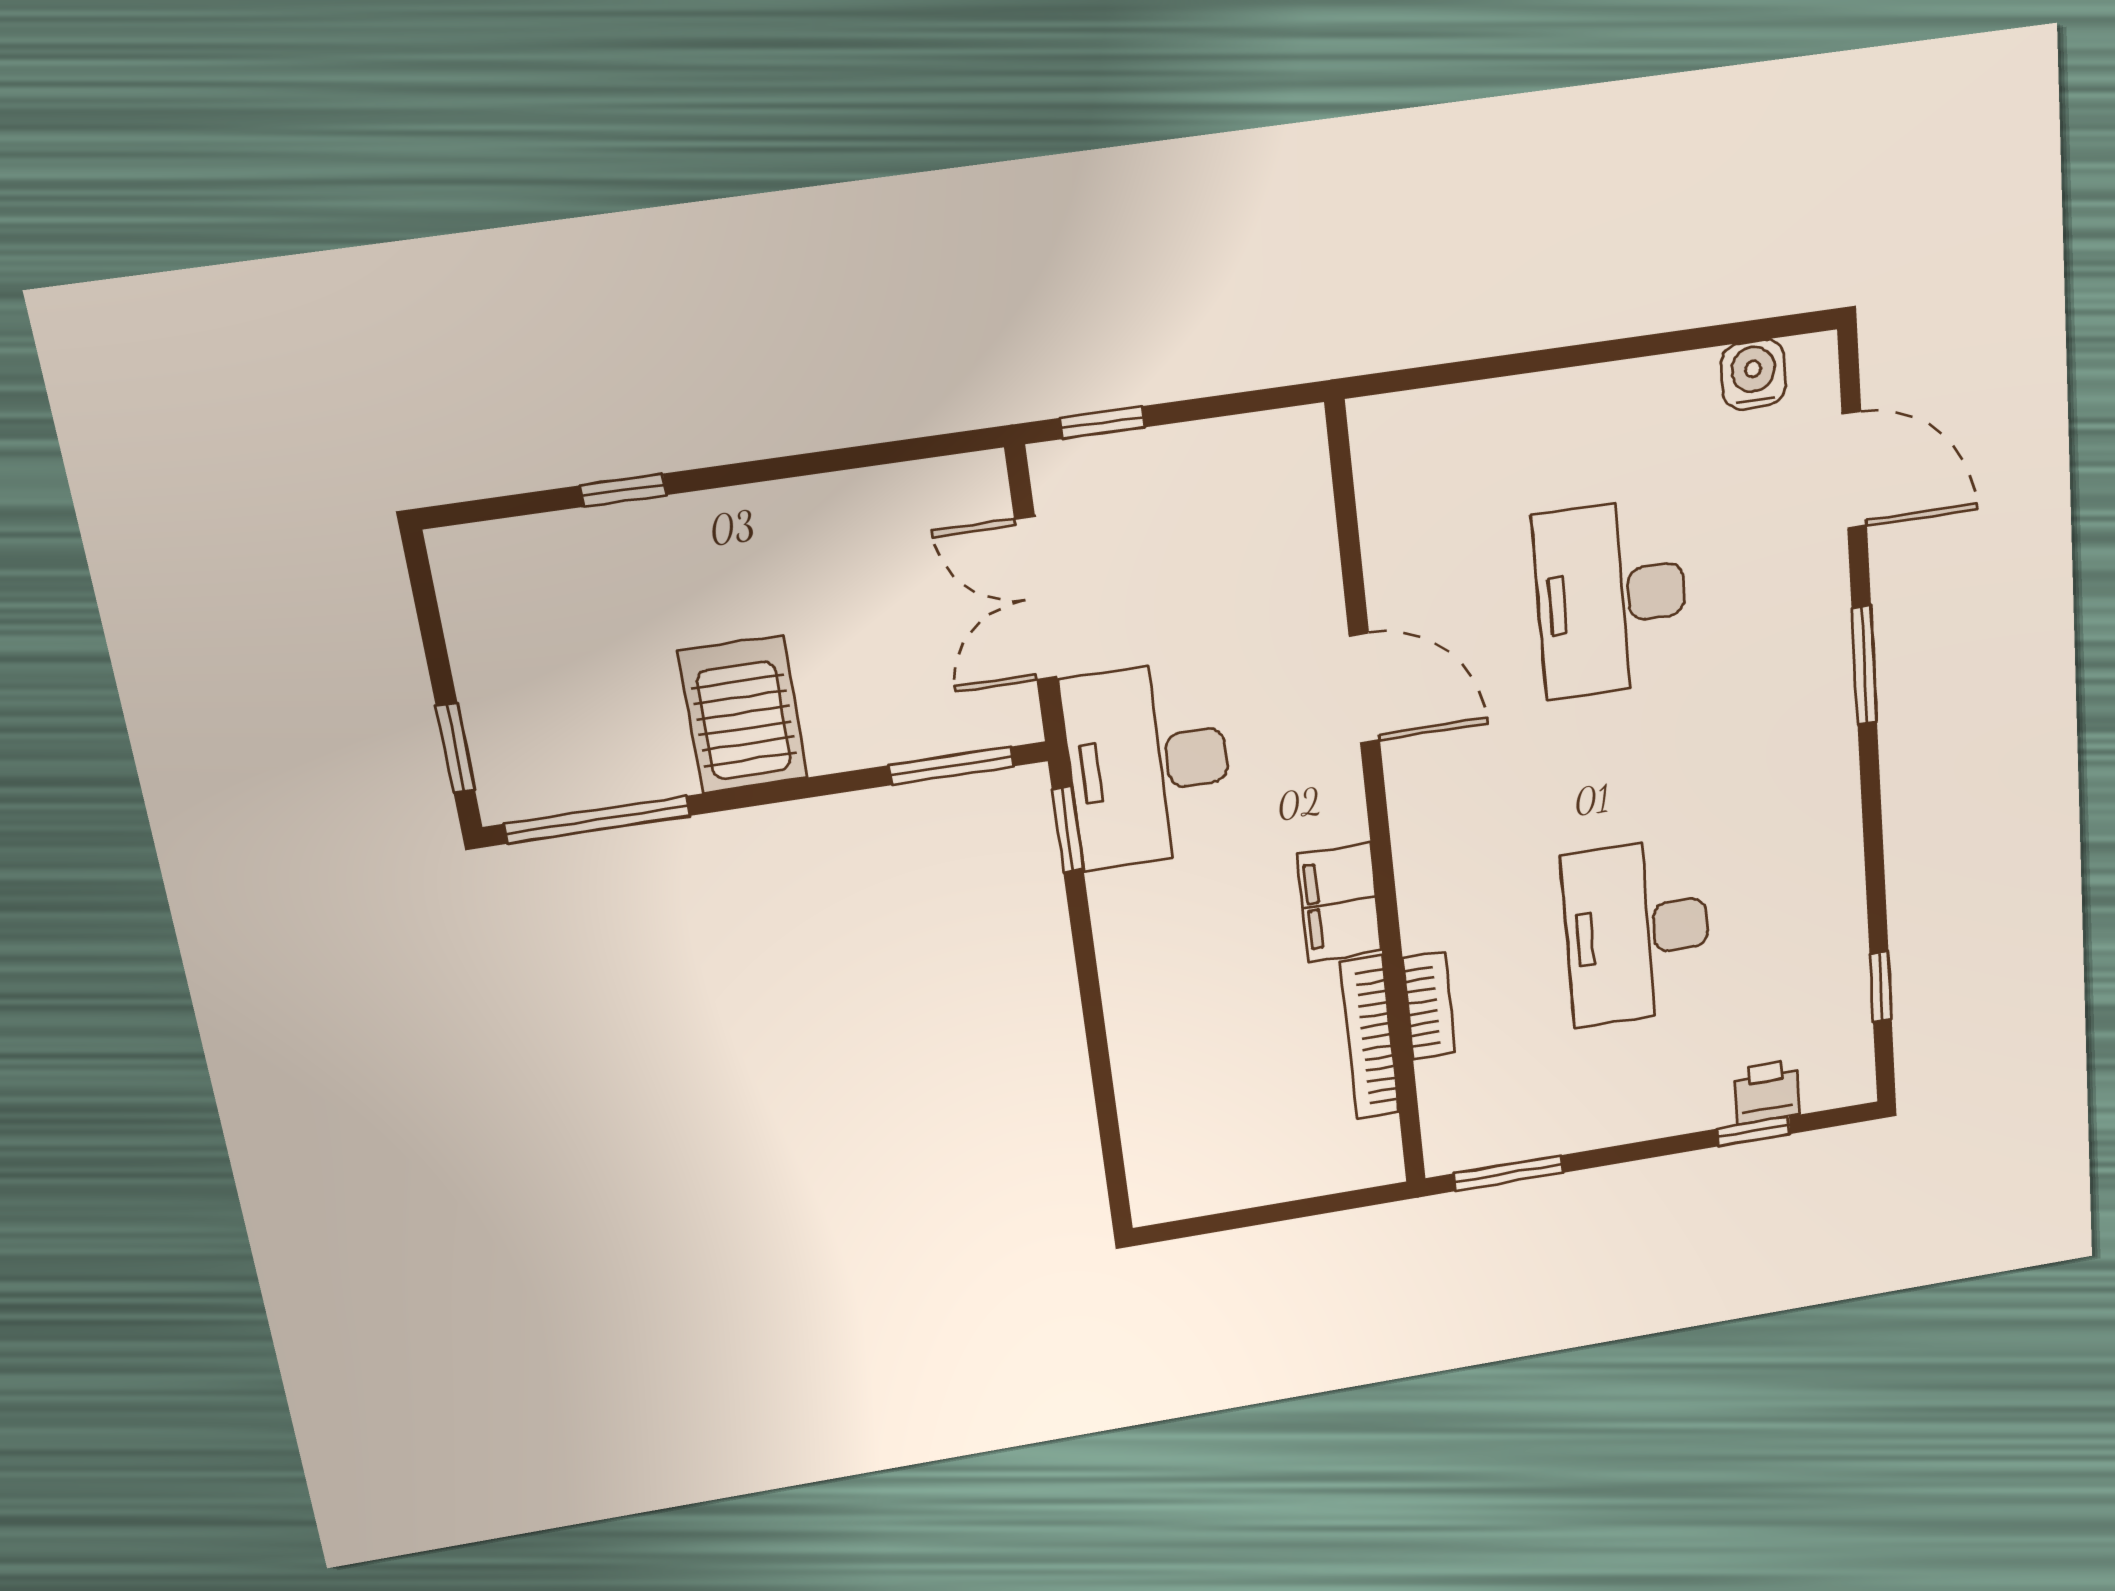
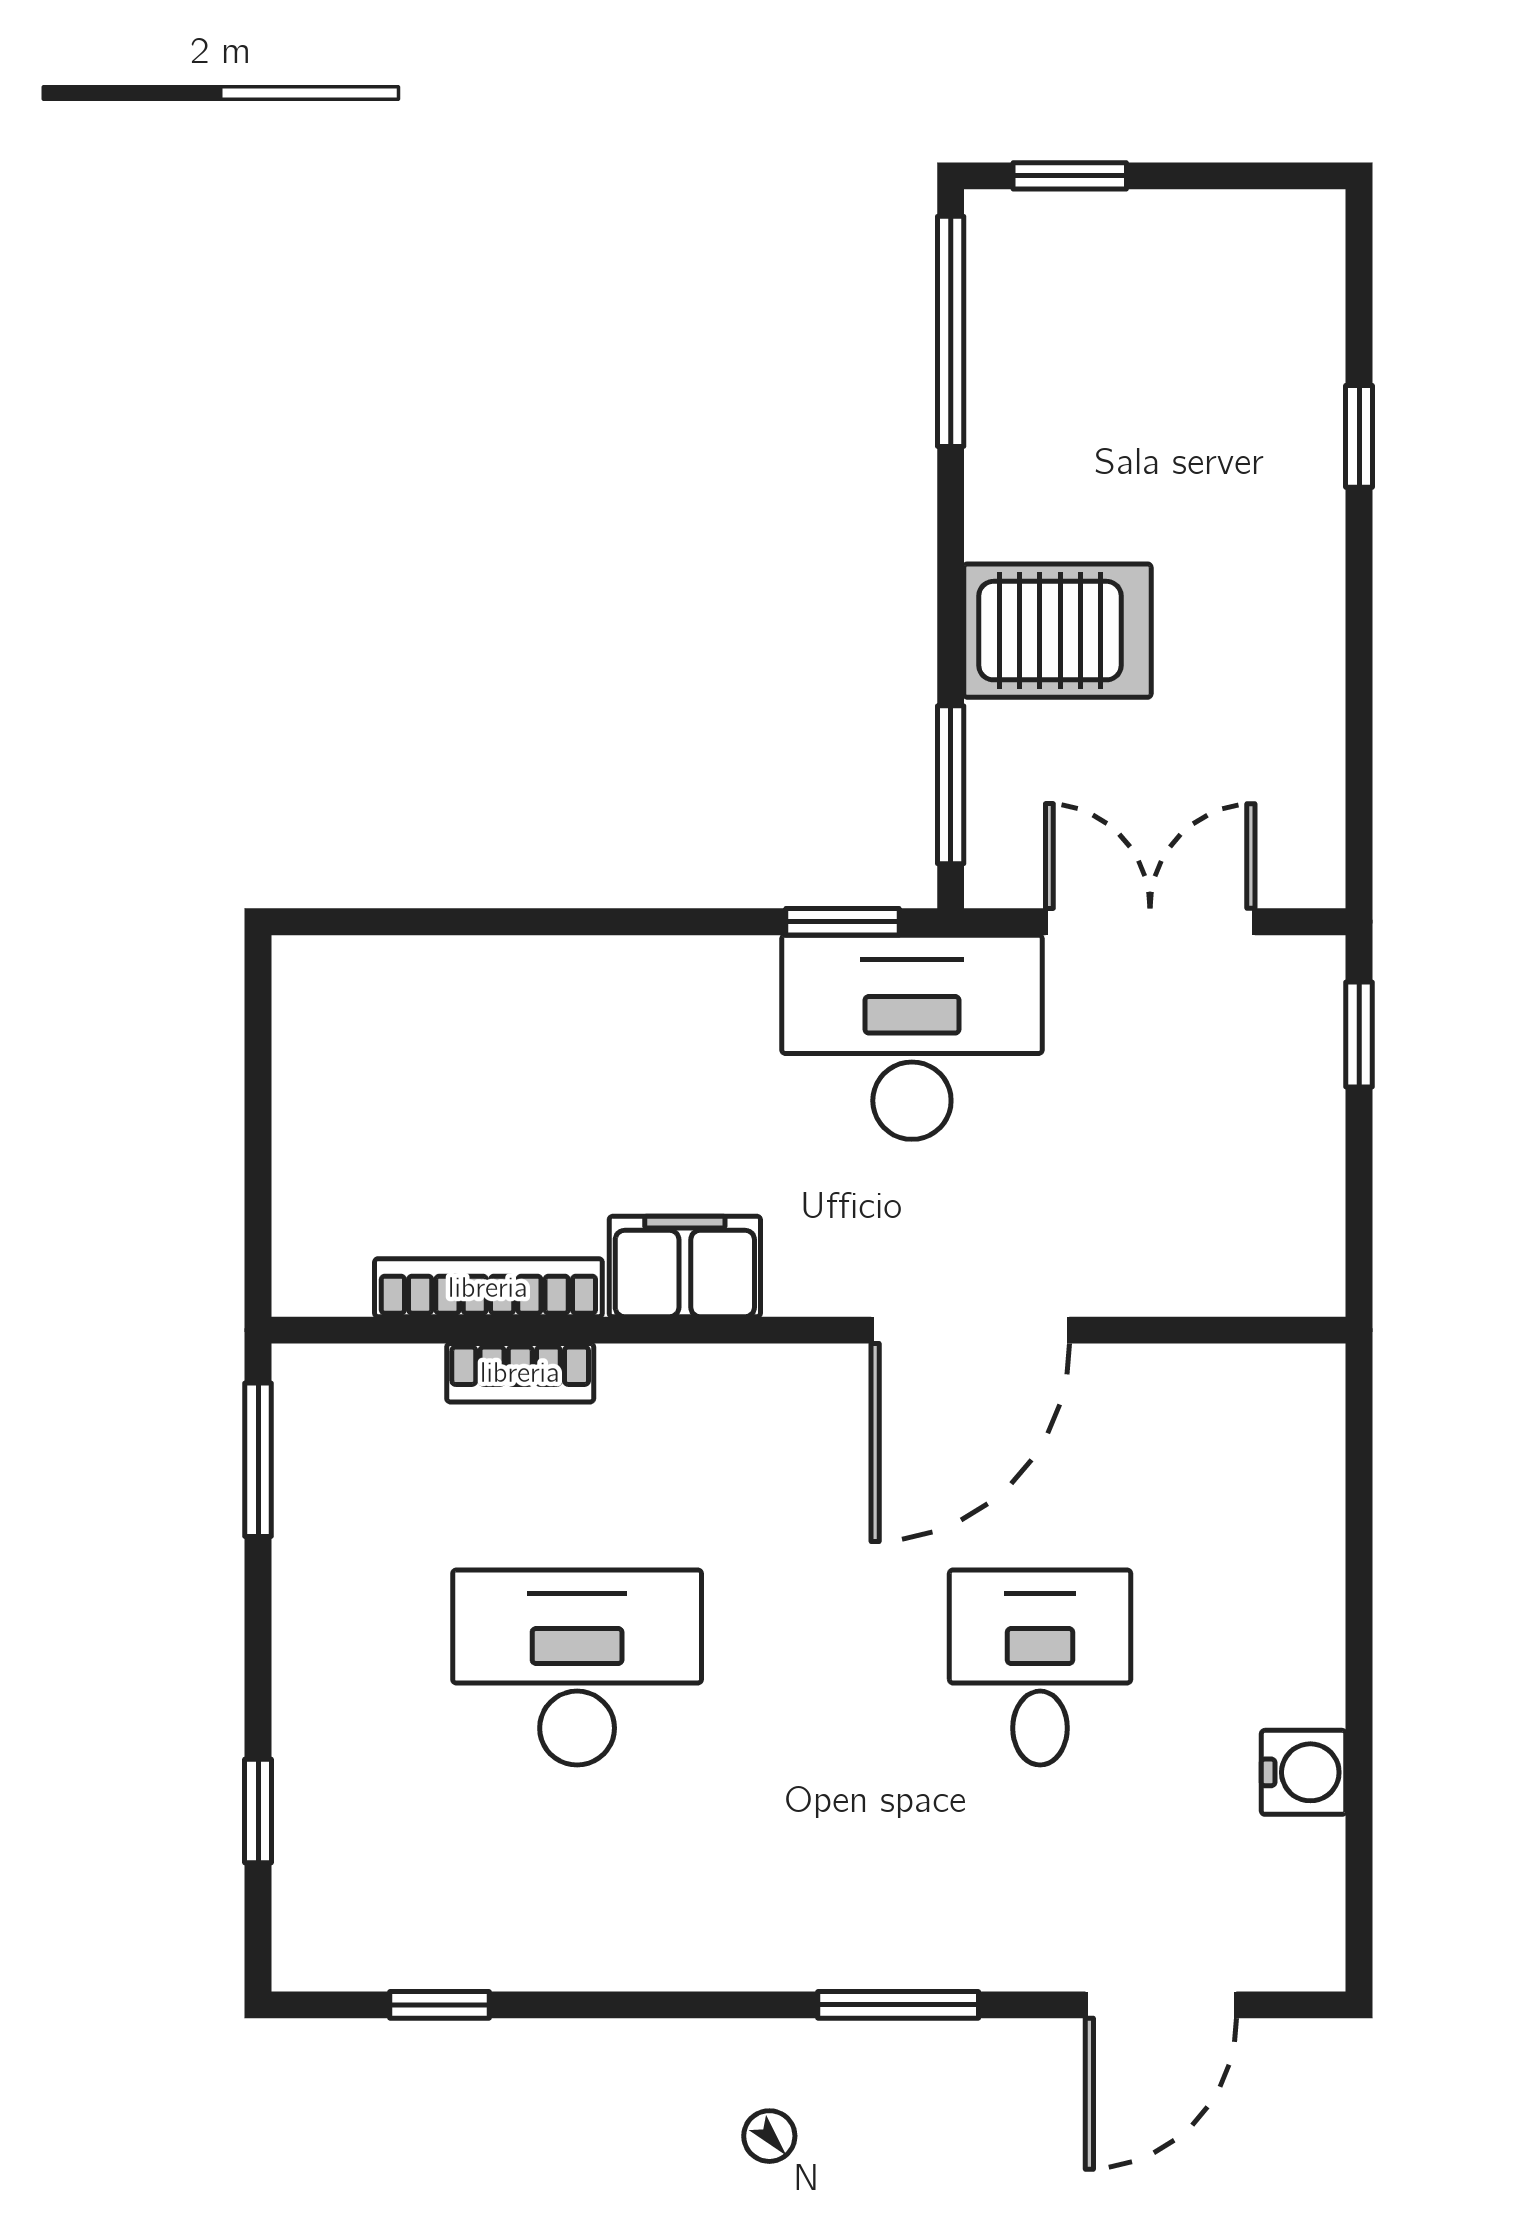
water cooler: (1753, 374) -> (1304, 1772), moved
desk: (1611, 598) -> (1040, 1668), width x0.73
door: (1364, 688) -> (970, 1330), width x1.36
server rack: (743, 715) -> (1057, 631), moved
printer: (1767, 1092) -> (313, 1834), removed

